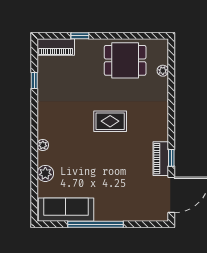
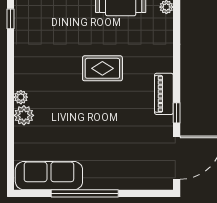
piano: (161, 159) -> (164, 94), moved
plant: (45, 173) -> (24, 115), moved

